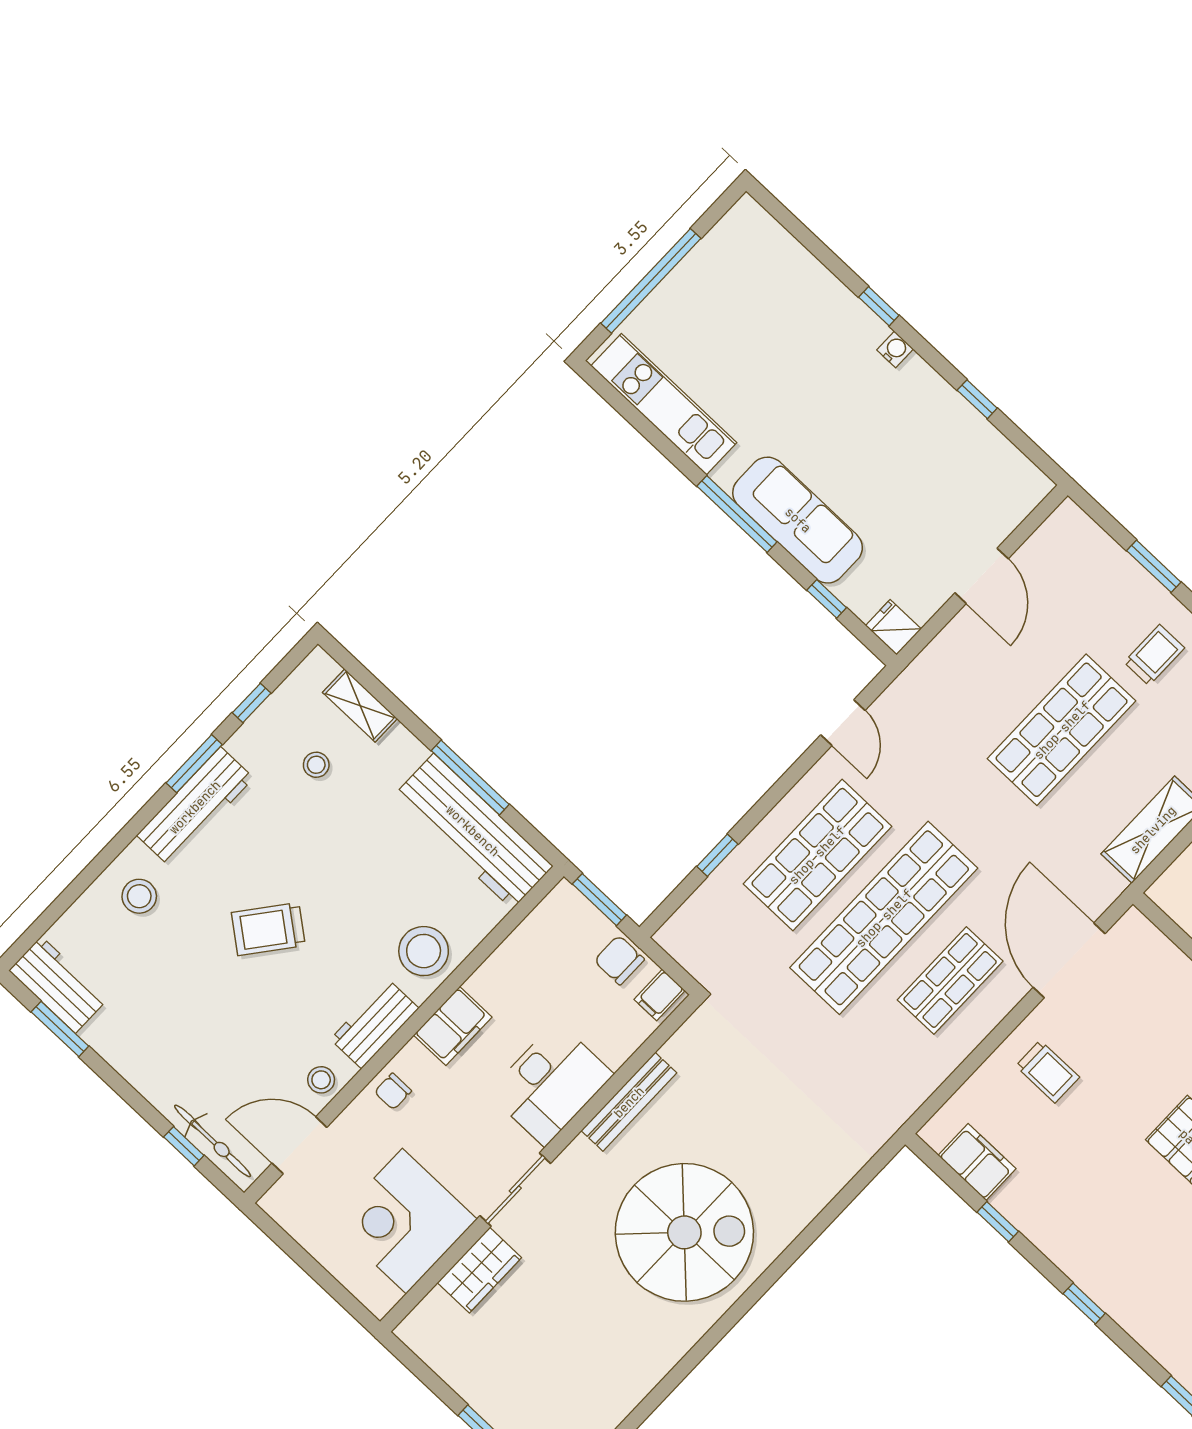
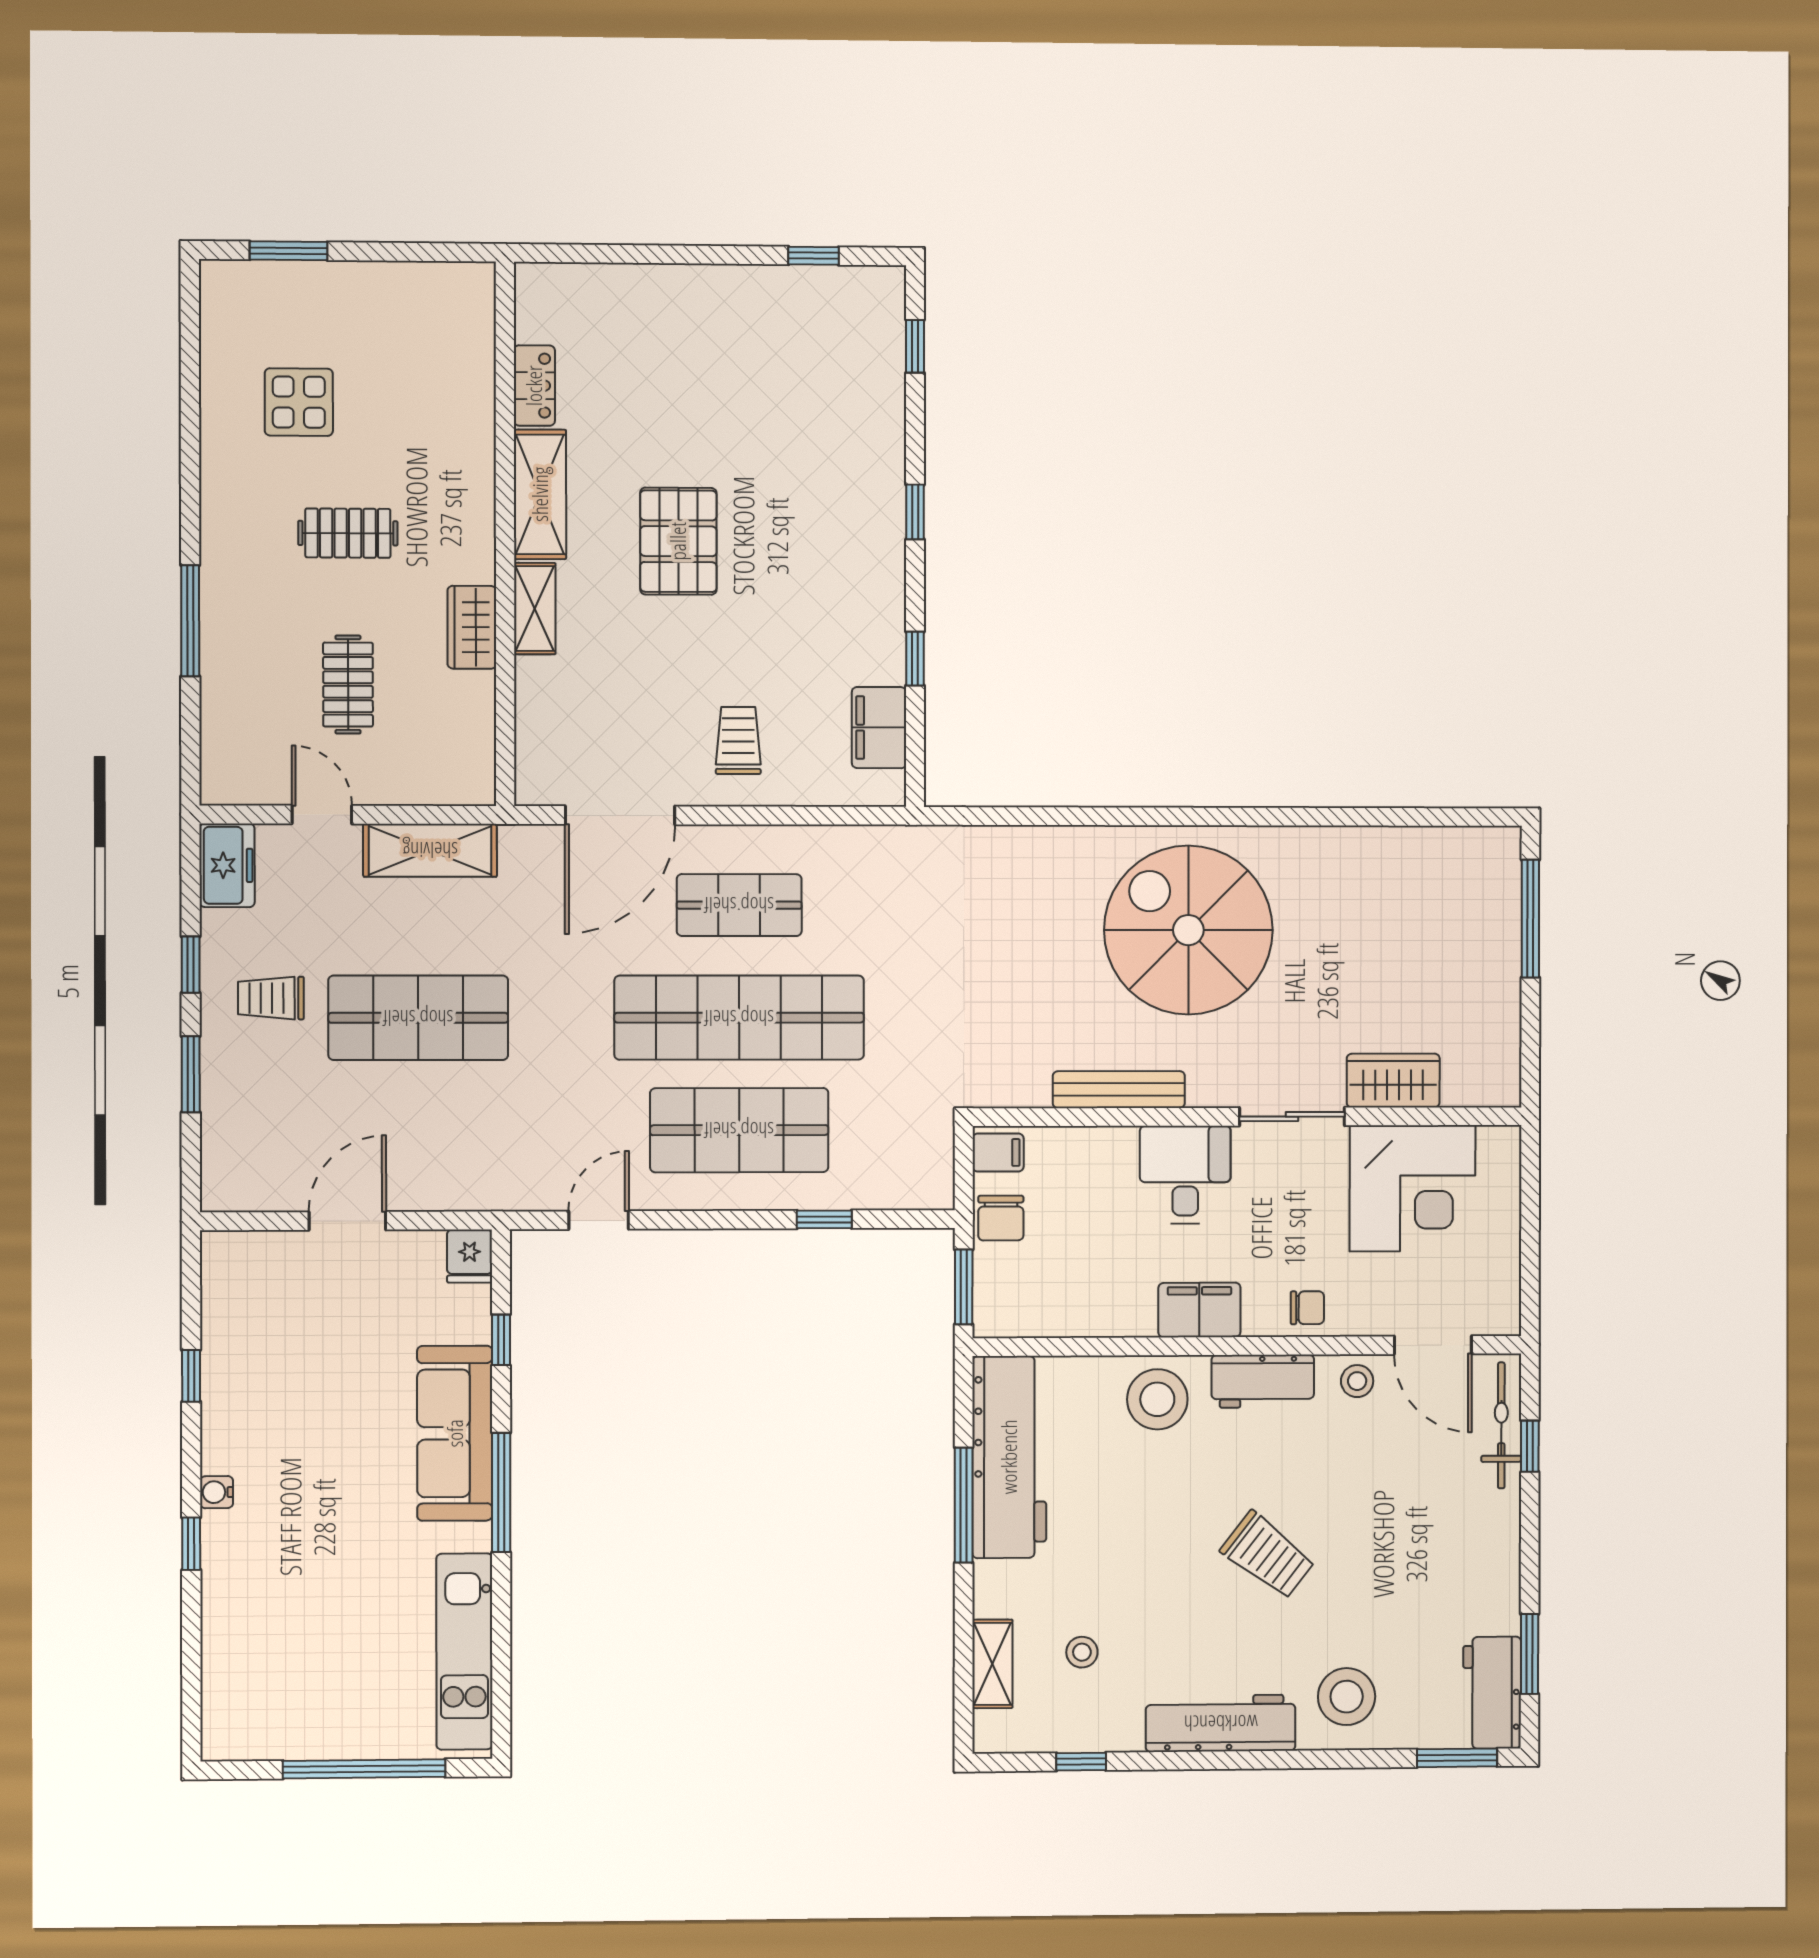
window: (194, 764) -> (1457, 1758), moved
stool: (139, 896) -> (1347, 1697), width x1.38, depth x1.38
desk: (551, 1084) -> (1185, 1175), width x0.73

